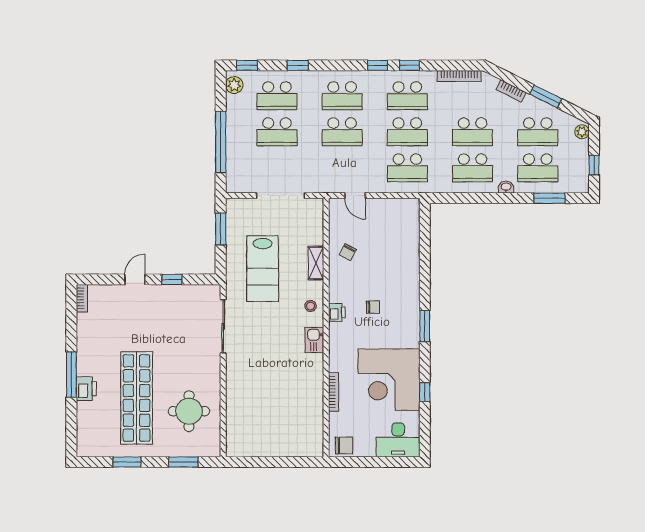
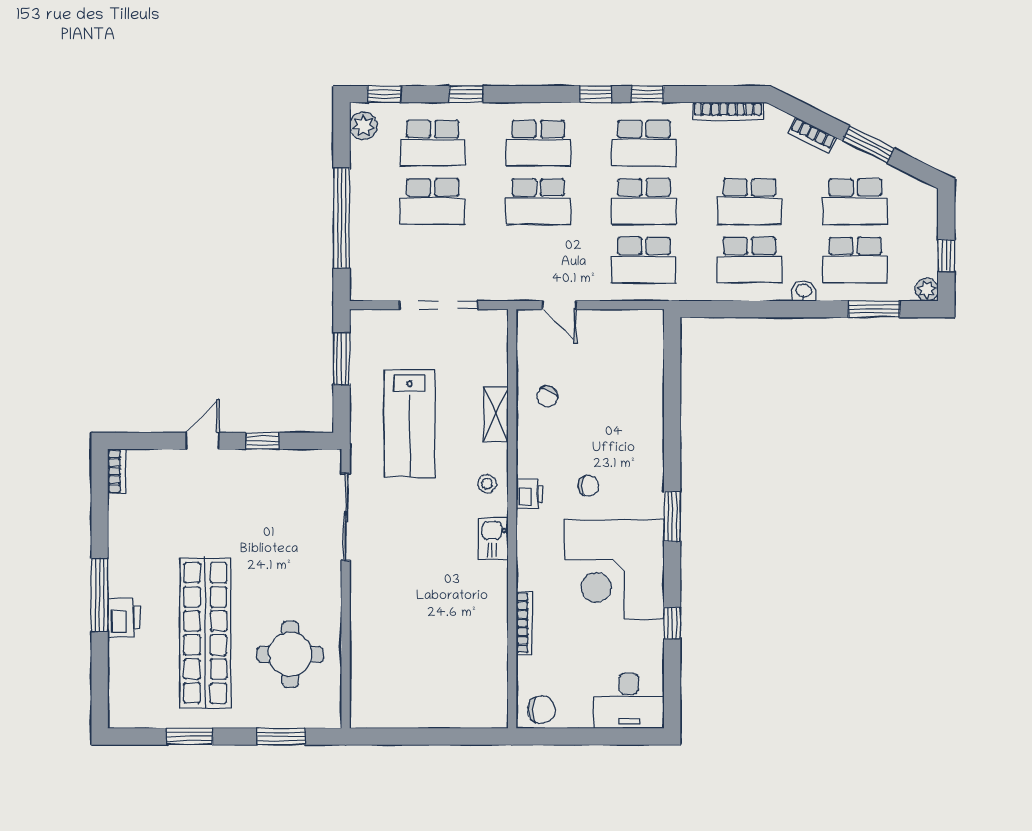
plant: (582, 132) -> (927, 290), moved
corner desk: (389, 380) -> (614, 569), moved

